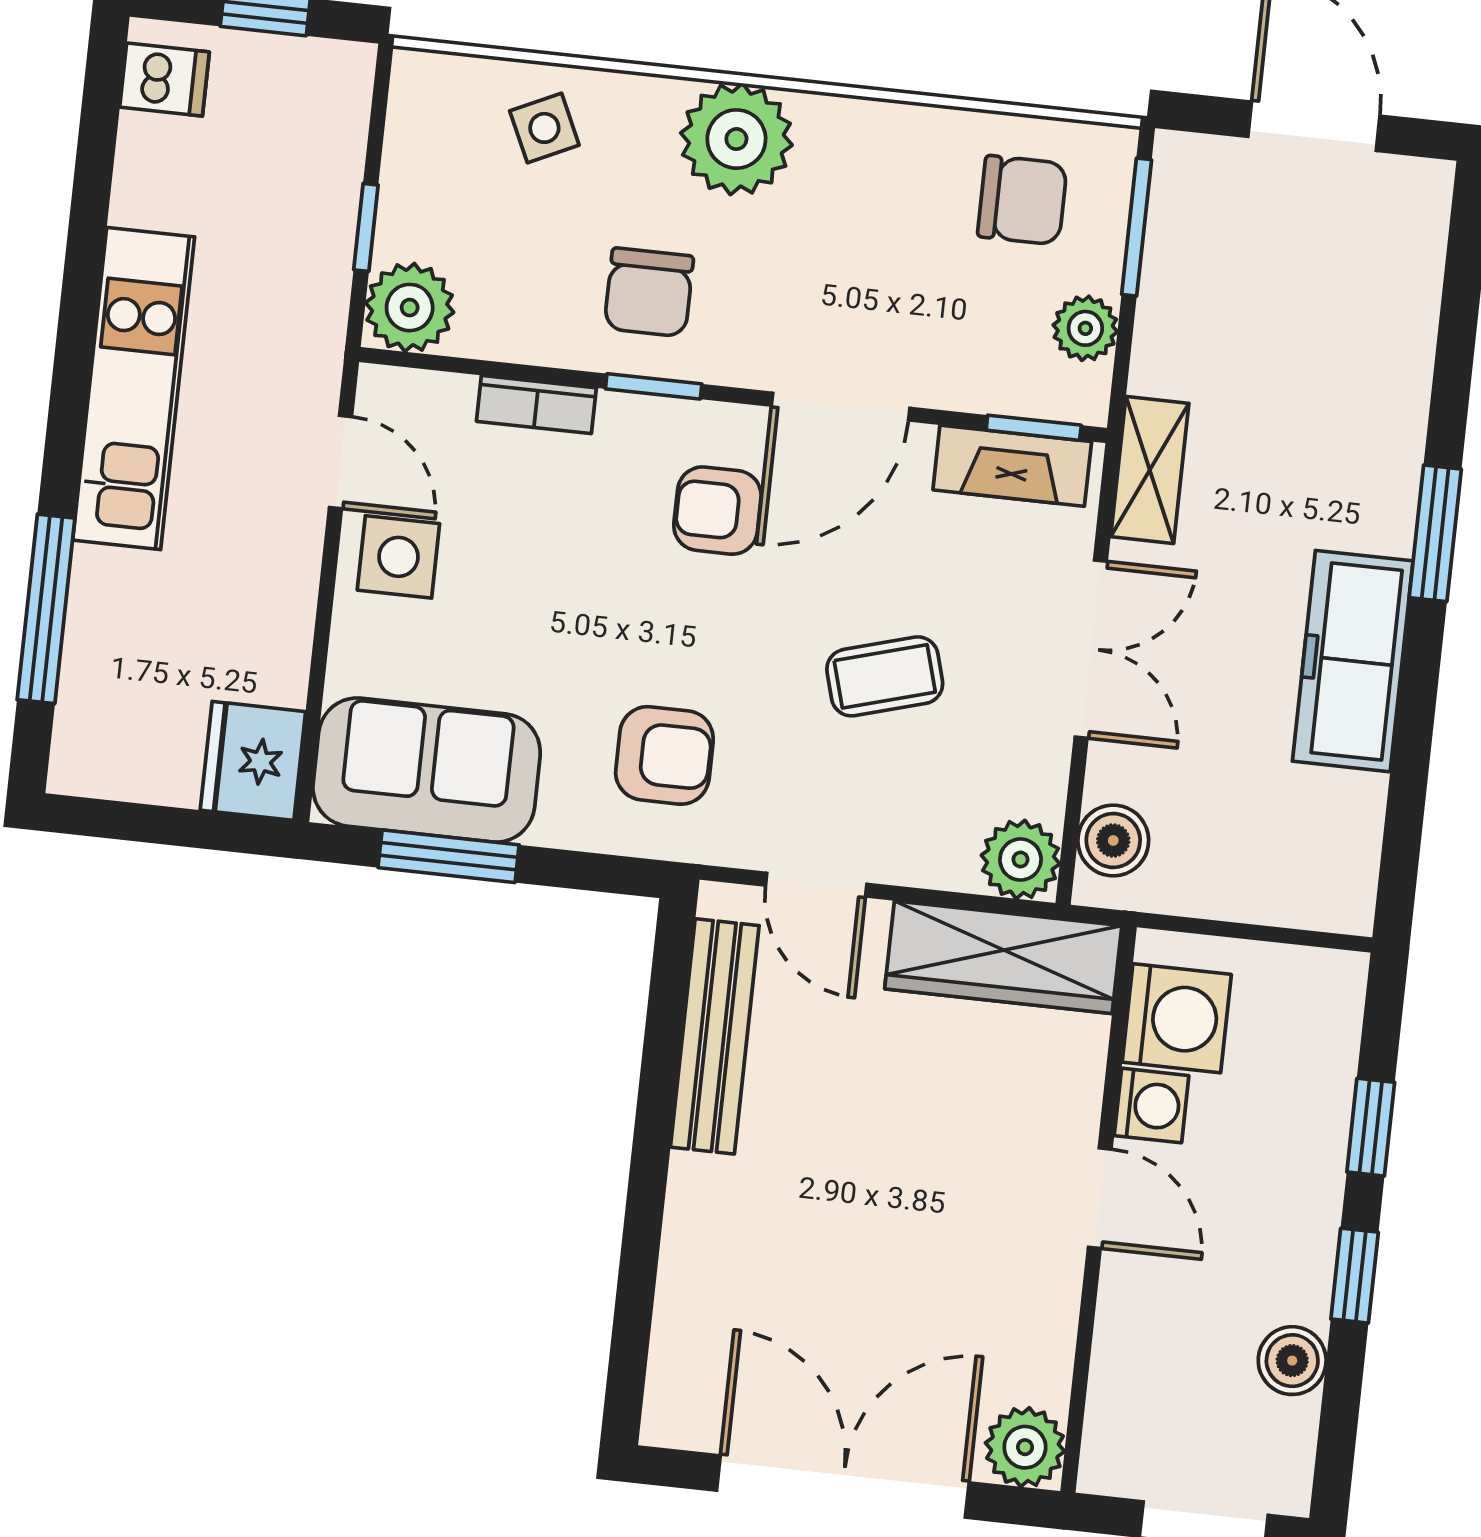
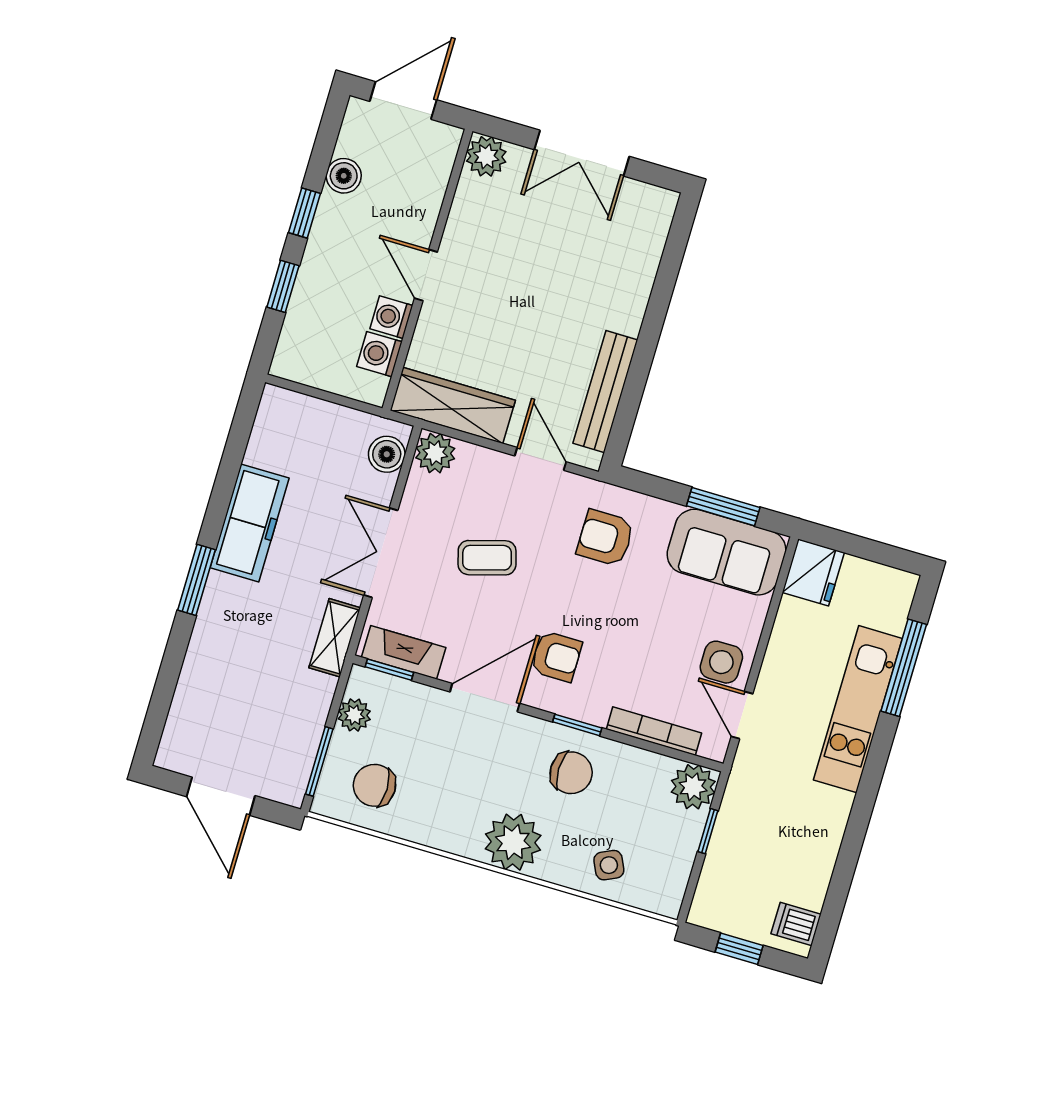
chair: (649, 292) -> (571, 773), turned 90
kitchen unit: (134, 388) -> (858, 709), moved
bookcase: (536, 405) -> (654, 731), width x1.56
washing machine: (1177, 1018) -> (379, 354), width x0.73, depth x0.73
double door: (843, 1487) -> (582, 153), width x0.73

